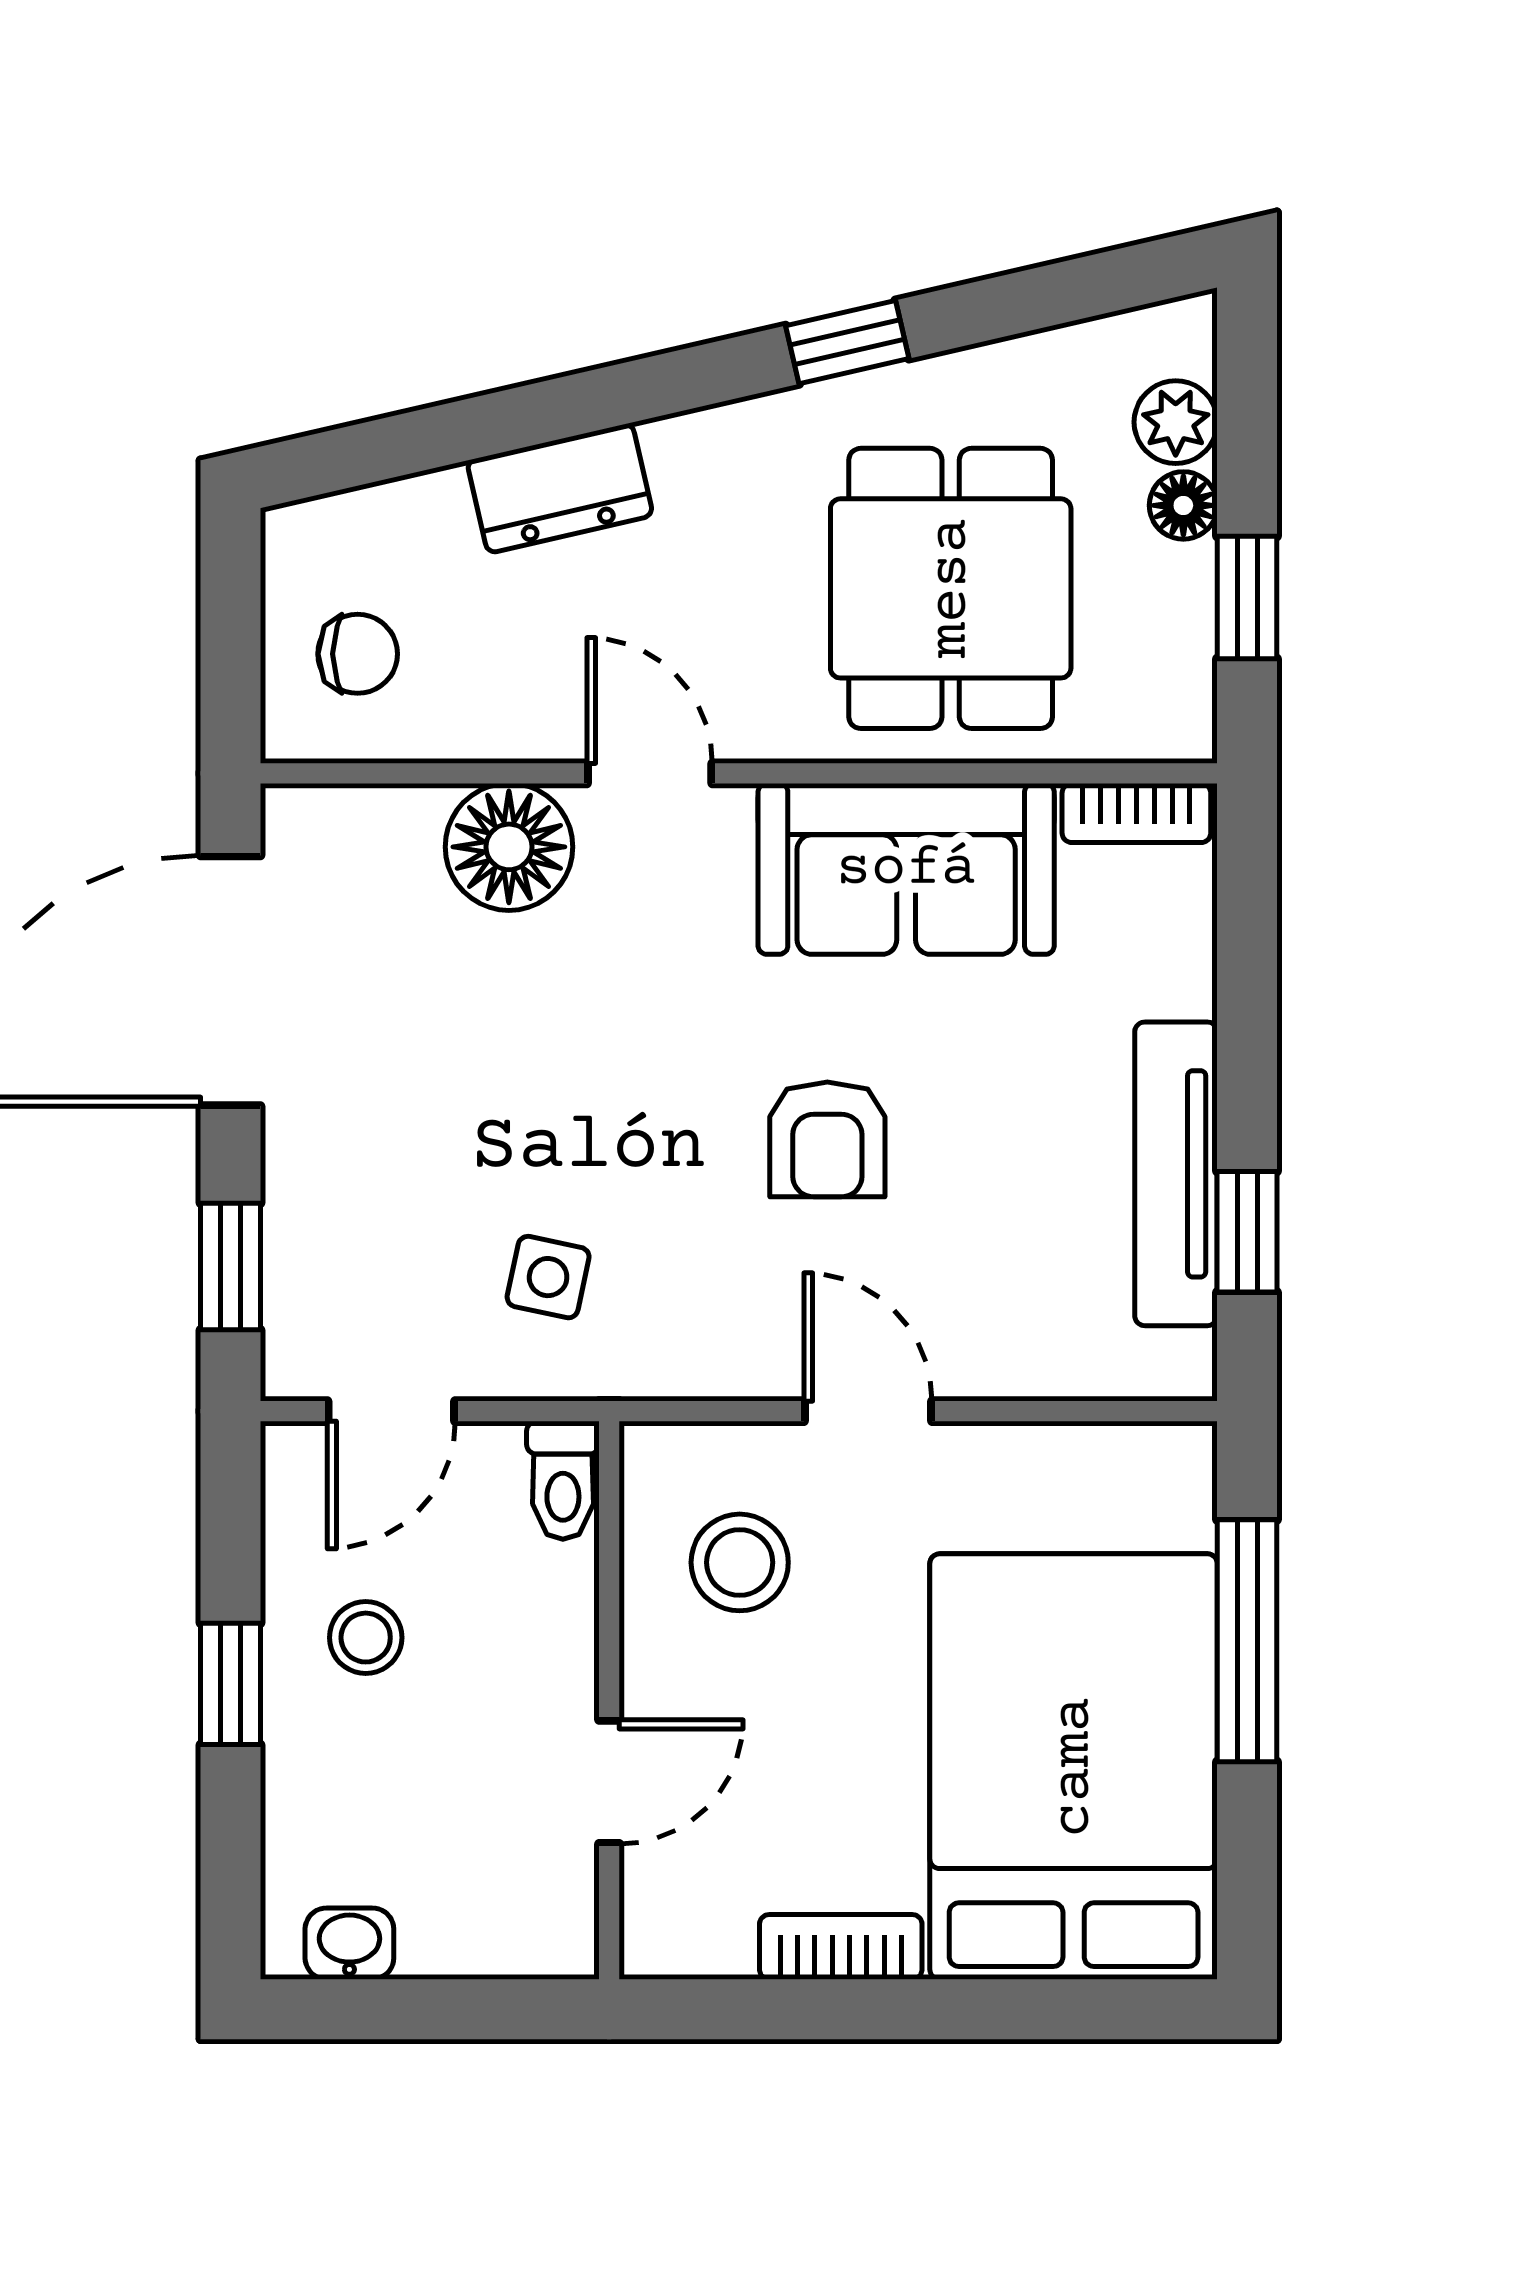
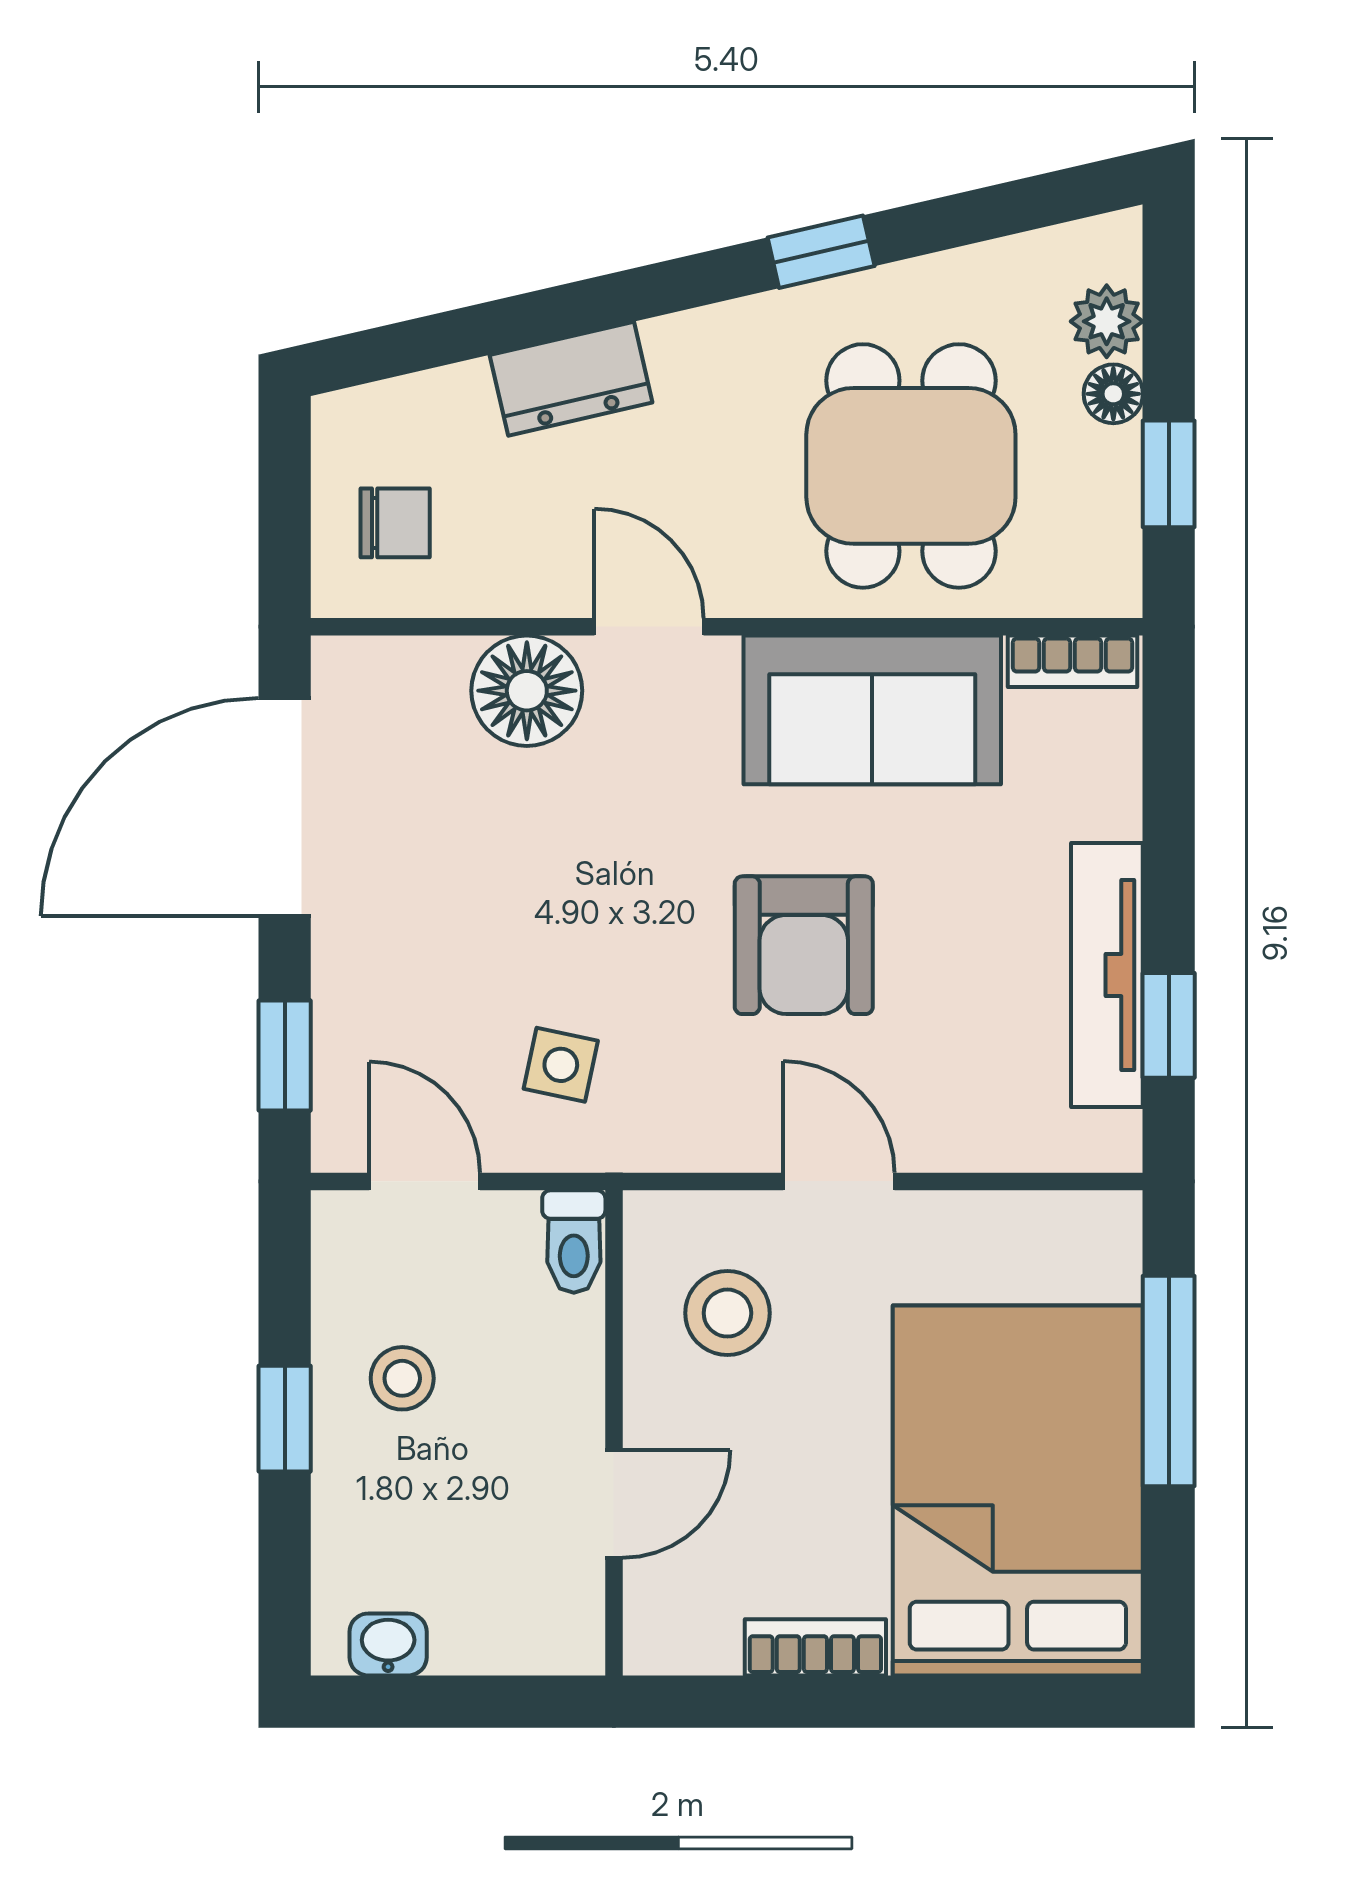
armchair: (827, 1139) -> (804, 945), width x1.38, depth x1.38
door: (391, 1411) -> (425, 1181), swing flipped

